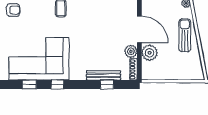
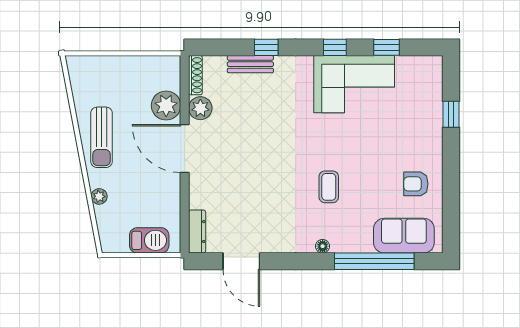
corner sofa: (39, 59) -> (354, 84), width x0.73, depth x0.74
bench: (104, 75) -> (250, 64), width x0.73
window: (107, 85) -> (266, 47), moved

